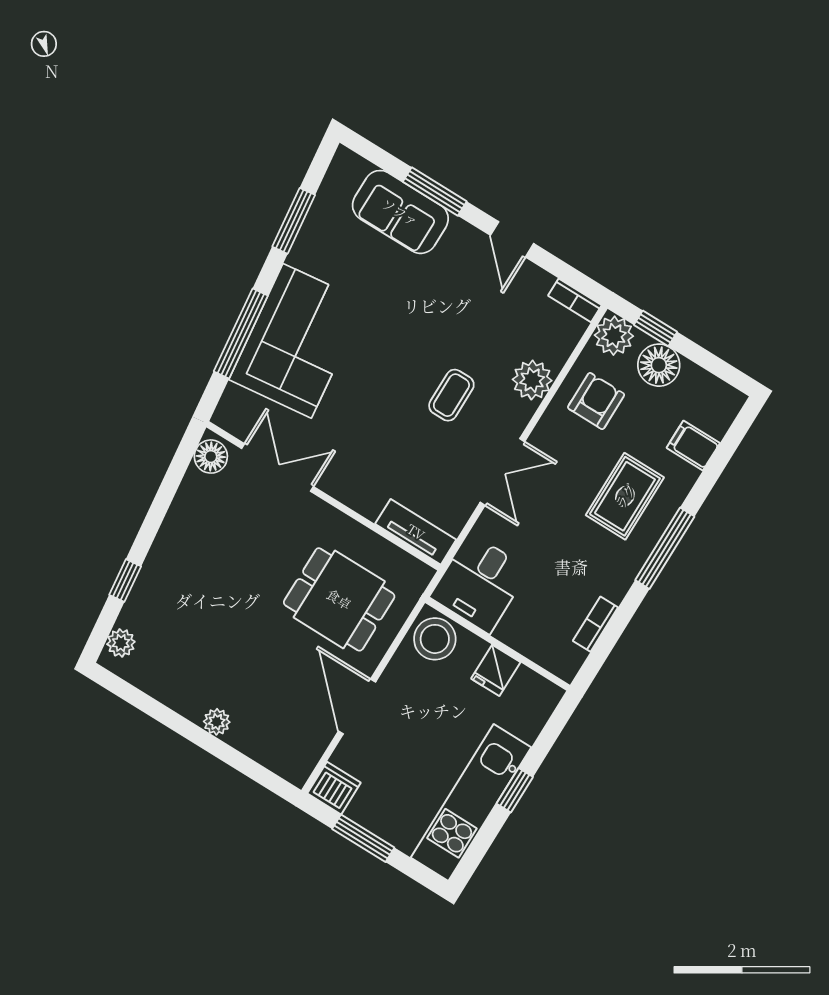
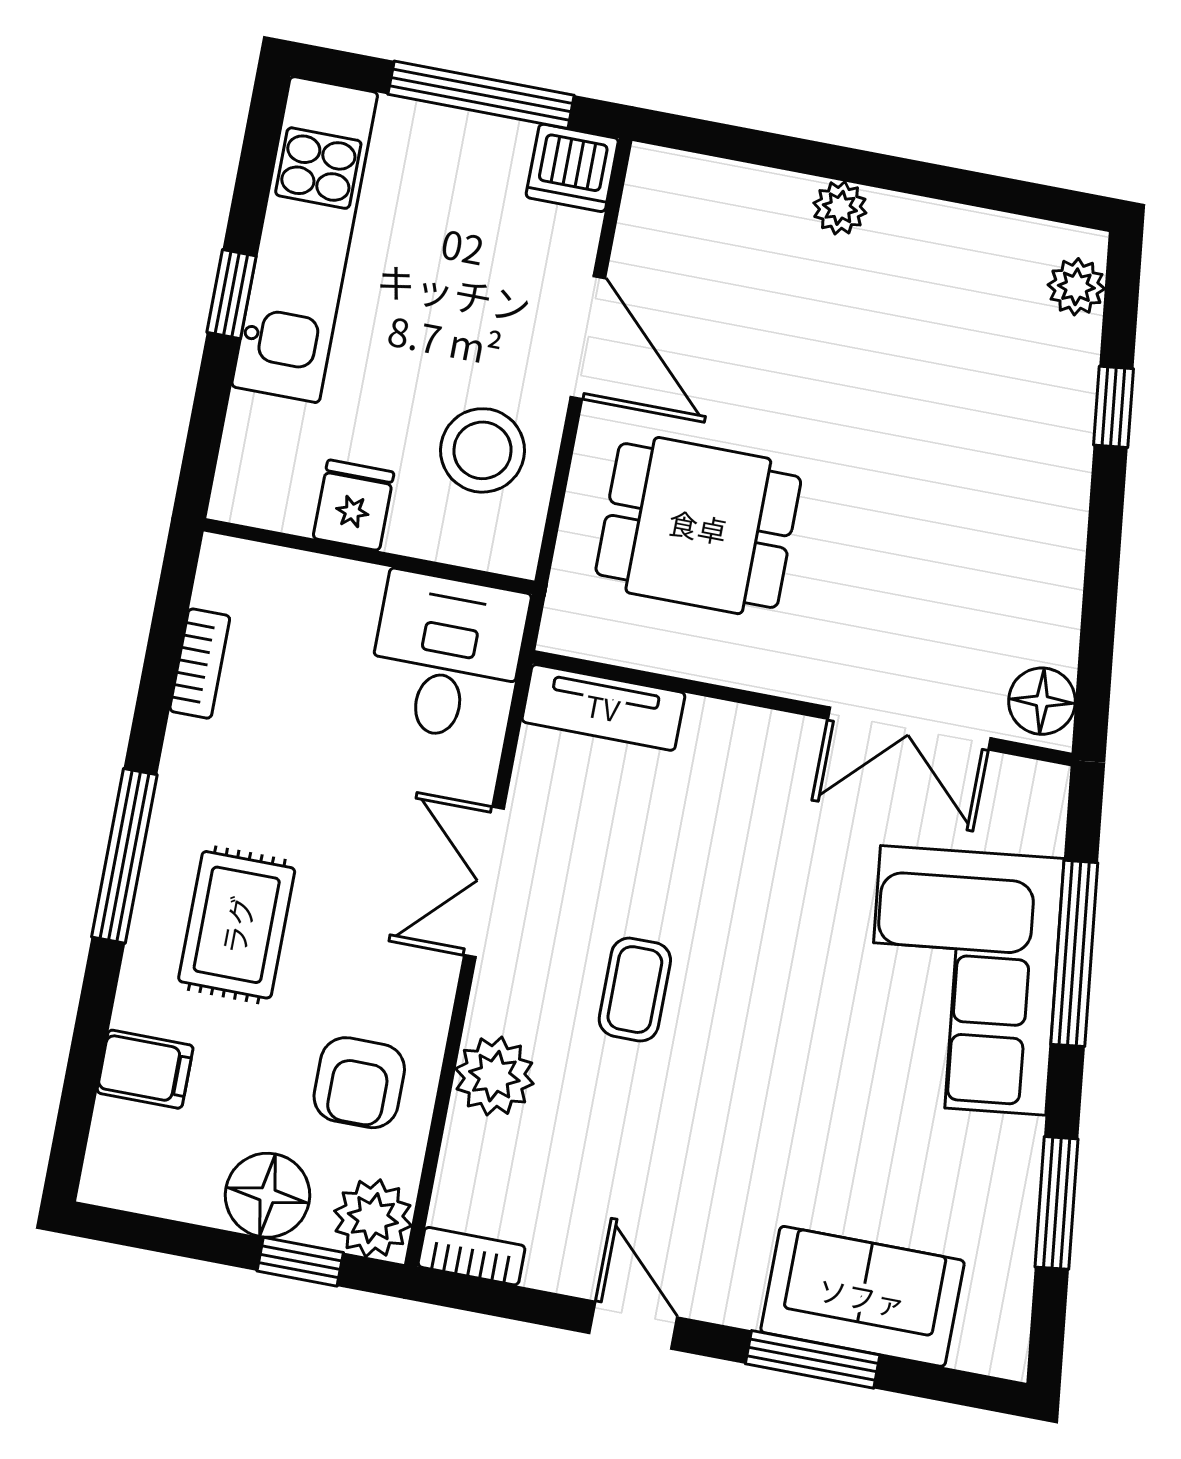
stool: (435, 639) -> (482, 450), moved
window: (363, 838) -> (481, 95), width x1.44

